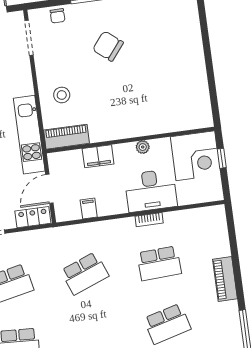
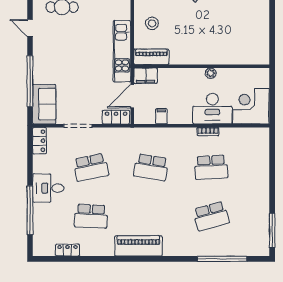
filing cabinet: (98, 156) -> (146, 76), moved
corner desk: (195, 156) -> (251, 106), moved, turned 180
window: (222, 158) -> (272, 91), removed
school desk: (85, 273) -> (151, 167), turned 30
piano: (225, 279) -> (262, 187), removed

